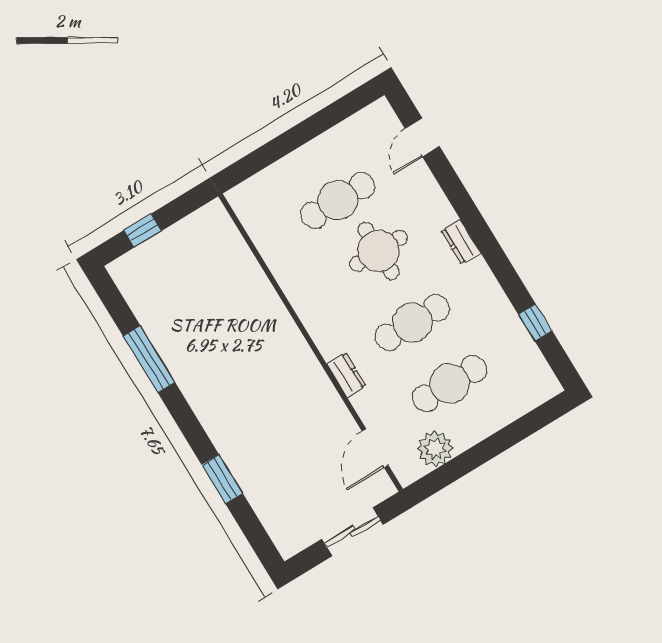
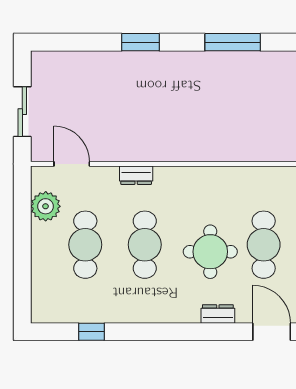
door: (422, 137) -> (272, 332), width x1.38
dresser: (461, 242) -> (218, 314), moved
window: (222, 479) -> (141, 42), moved

